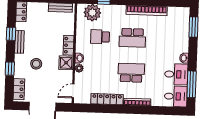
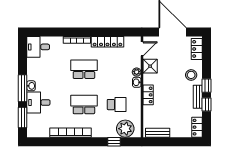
shower: (66, 63) -> (150, 66), moved
stool: (36, 64) -> (191, 75), moved
window: (10, 69) -> (207, 86), moved
school desk: (131, 73) -> (84, 69), turned 180
desk: (176, 74) -> (38, 102), moved
window: (192, 84) -> (23, 88), moved

